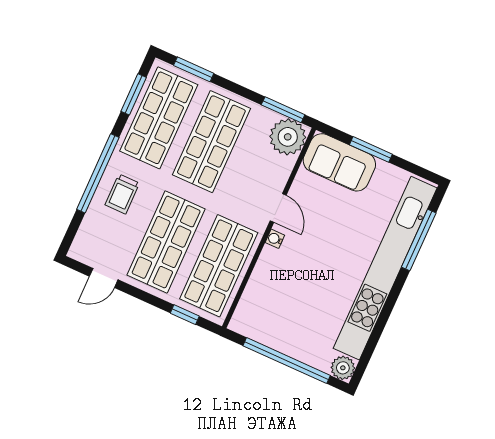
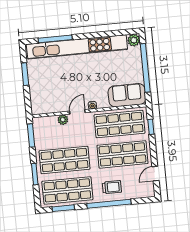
window: (194, 69) -> (35, 174), moved
plant: (288, 137) -> (63, 120), moved, width x0.53, depth x0.53
window: (371, 149) -> (25, 74), moved
sofa: (339, 162) -> (127, 95), moved, turned -90
door: (104, 278) -> (155, 174), swing flipped

